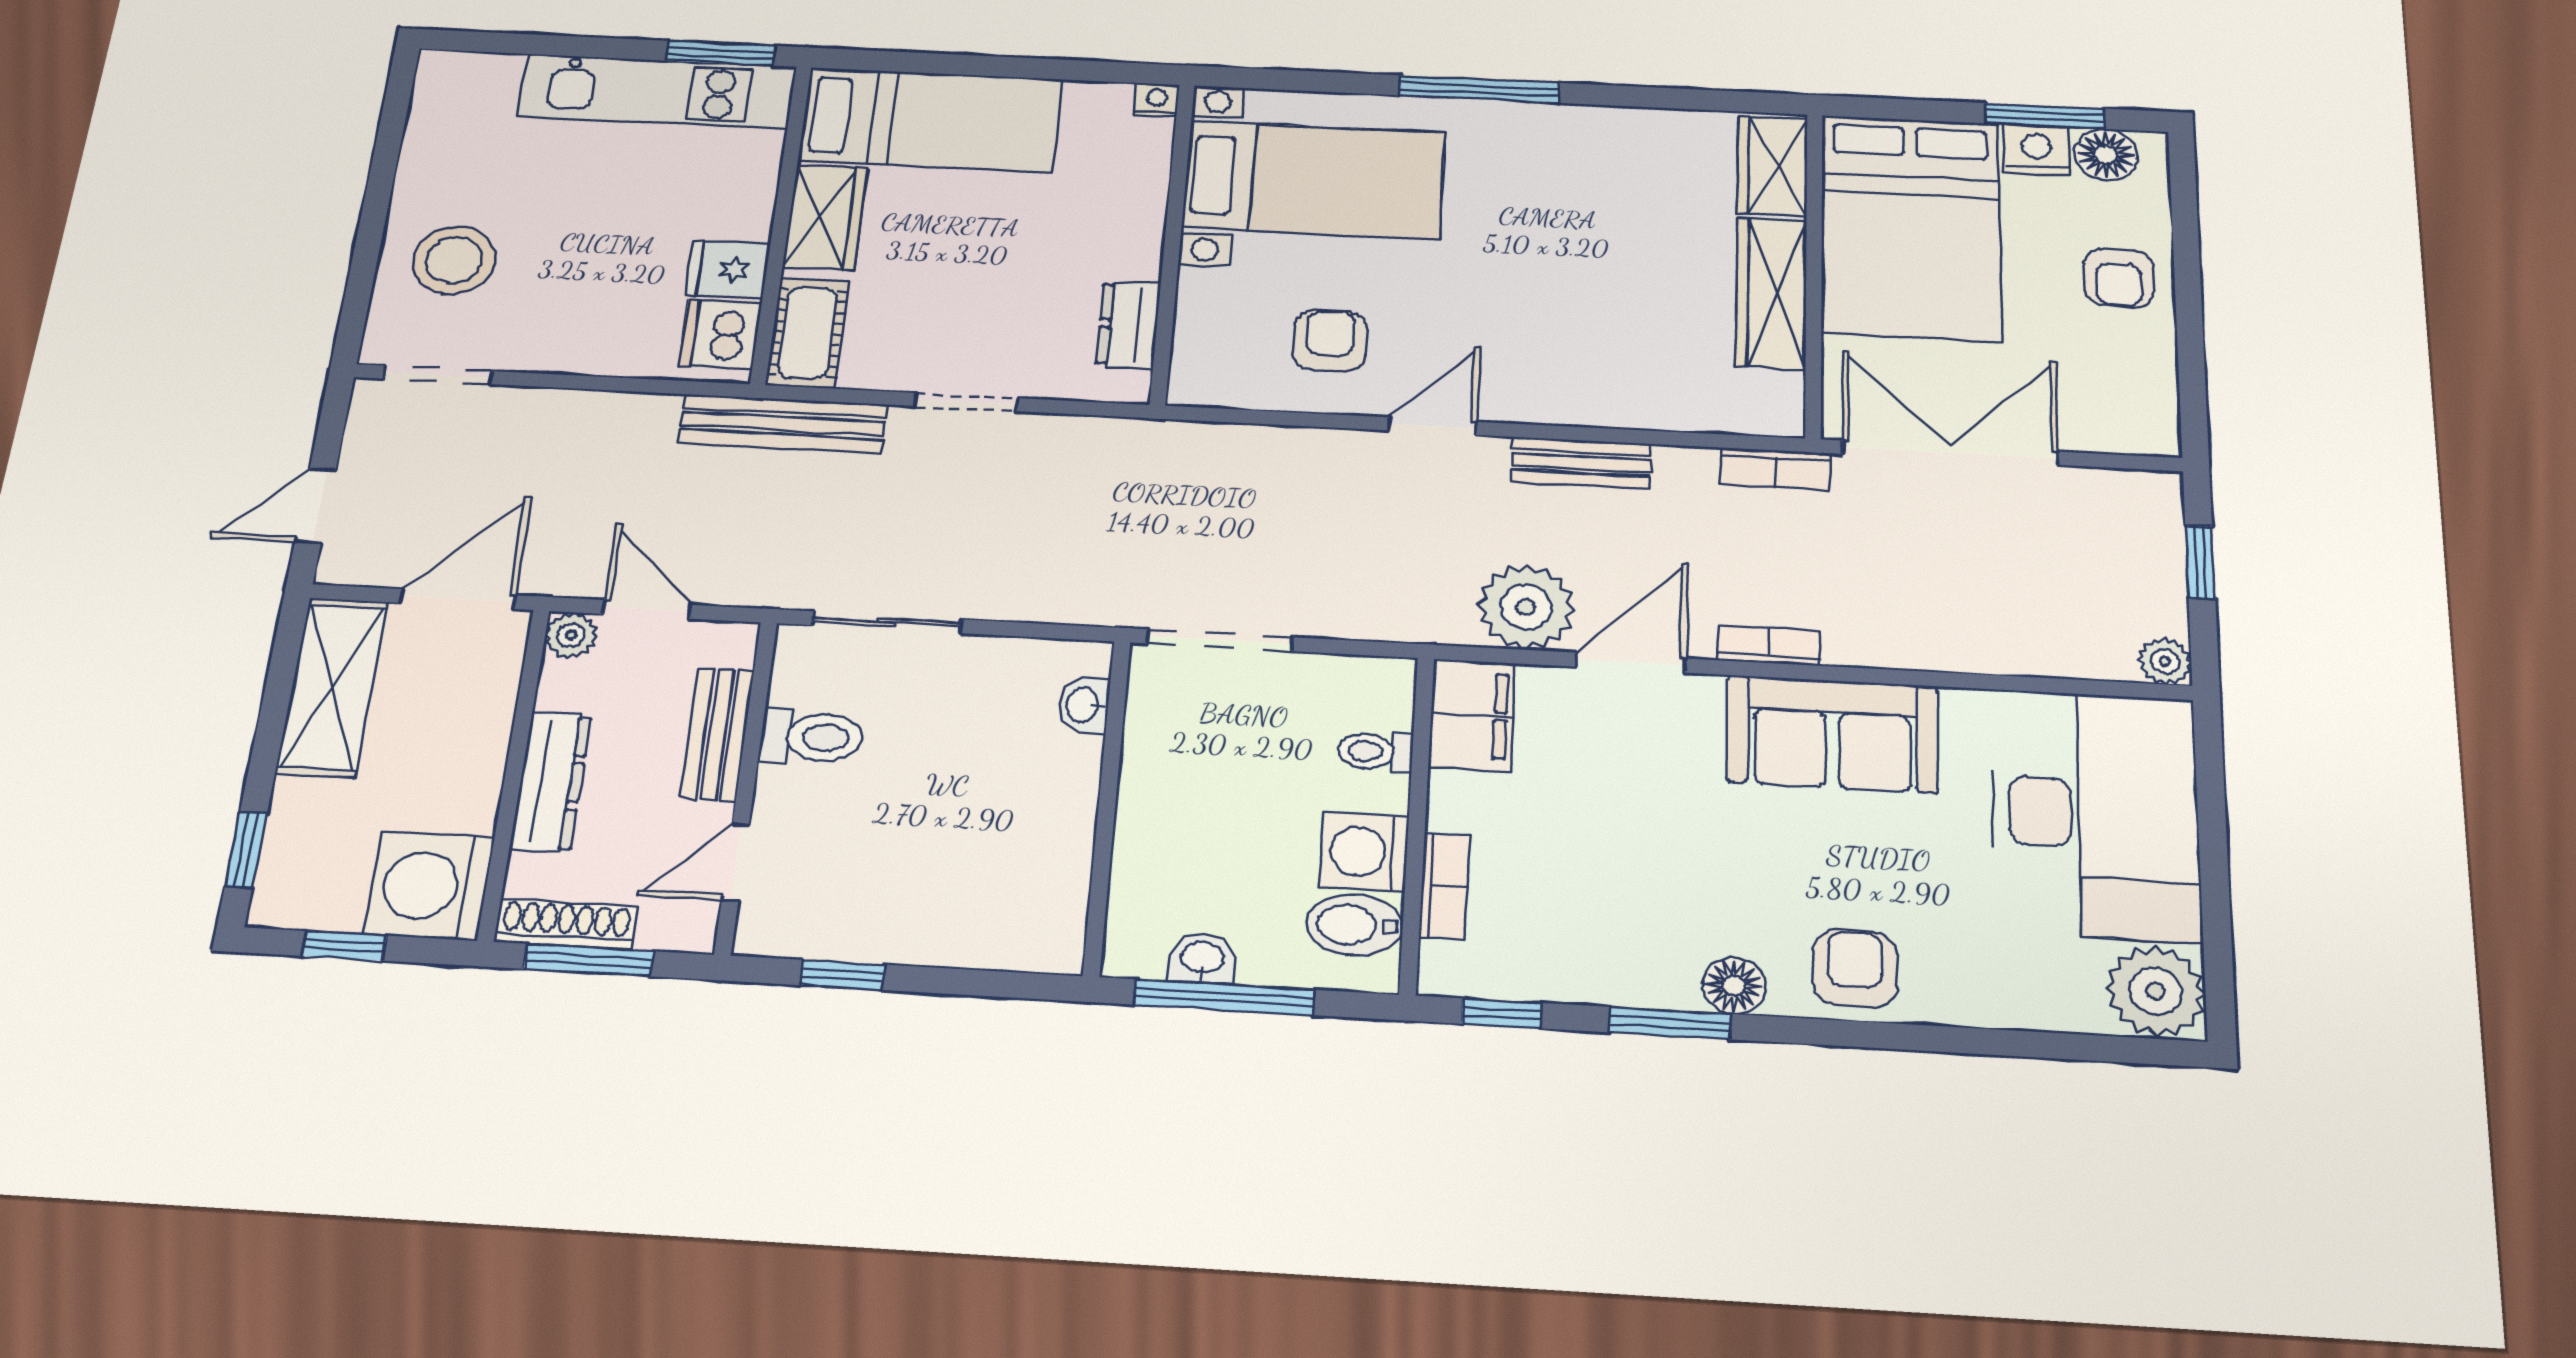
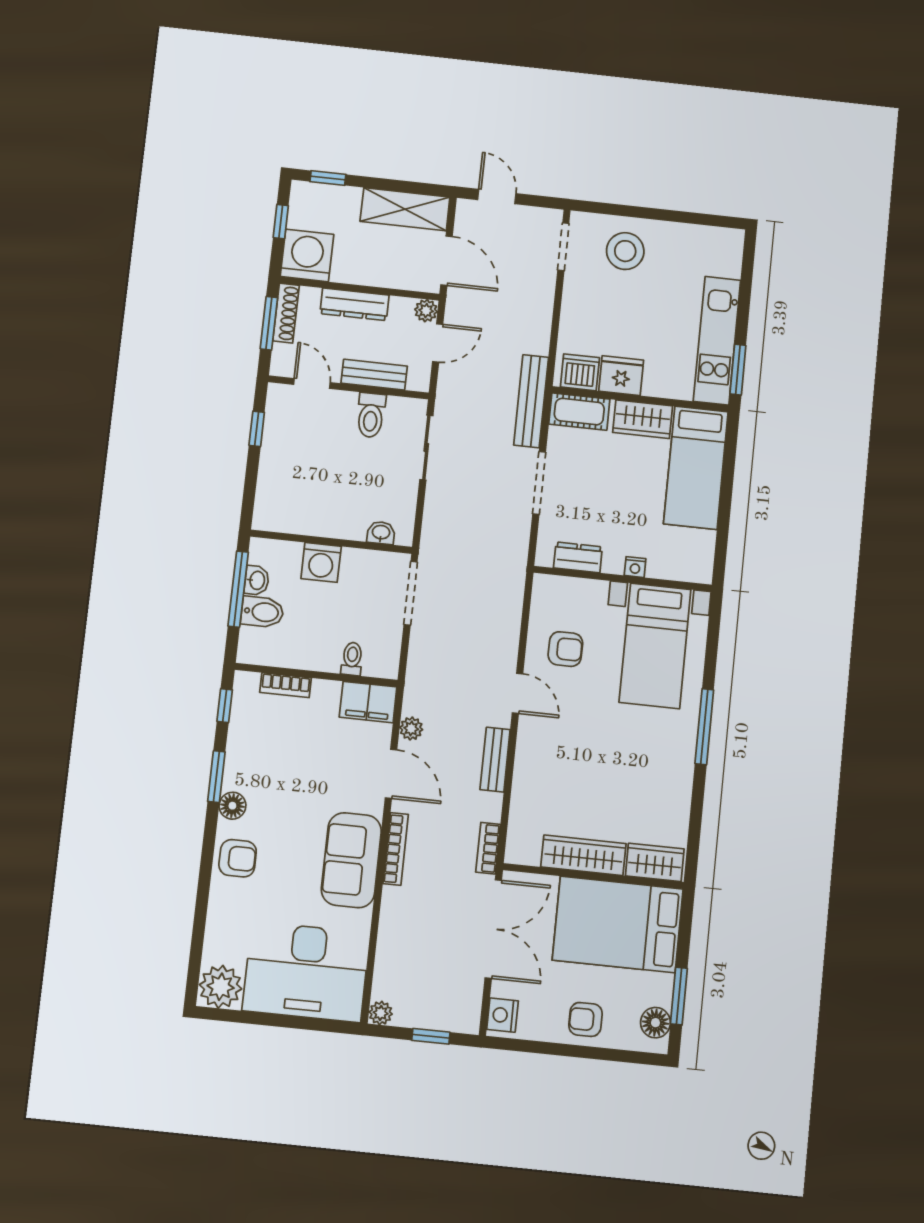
nightstand: (1157, 100) -> (635, 567), moved, turned 90
nightstand: (2036, 150) -> (502, 1015), moved, turned 180
fridge: (728, 269) -> (621, 376), width x1.38
doorway: (966, 402) -> (539, 483), width x1.38
plant: (1526, 607) -> (411, 729), width x0.53, depth x0.53
bookcase: (1769, 645) -> (396, 849), width x1.56
washing machine: (1364, 852) -> (321, 562), moved, turned 180
bidet: (1354, 925) -> (262, 612), moved, turned 90

